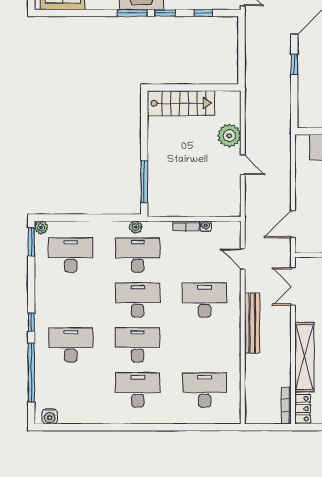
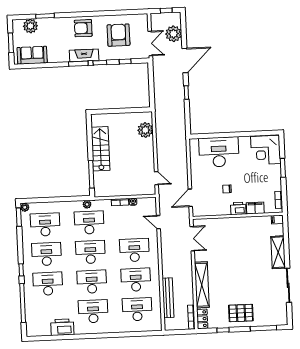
stairs: (181, 103) -> (101, 149), moved, turned -90
plant: (229, 136) -> (145, 130), moved
door: (243, 165) -> (156, 178), moved
double door: (293, 286) -> (192, 239), swing flipped
desk: (71, 300) -> (46, 254), added
bench: (252, 323) -> (168, 298), moved
desk: (205, 345) -> (136, 280), added
printer: (90, 412) -> (62, 327), added
water cooler: (50, 416) -> (36, 331), removed

